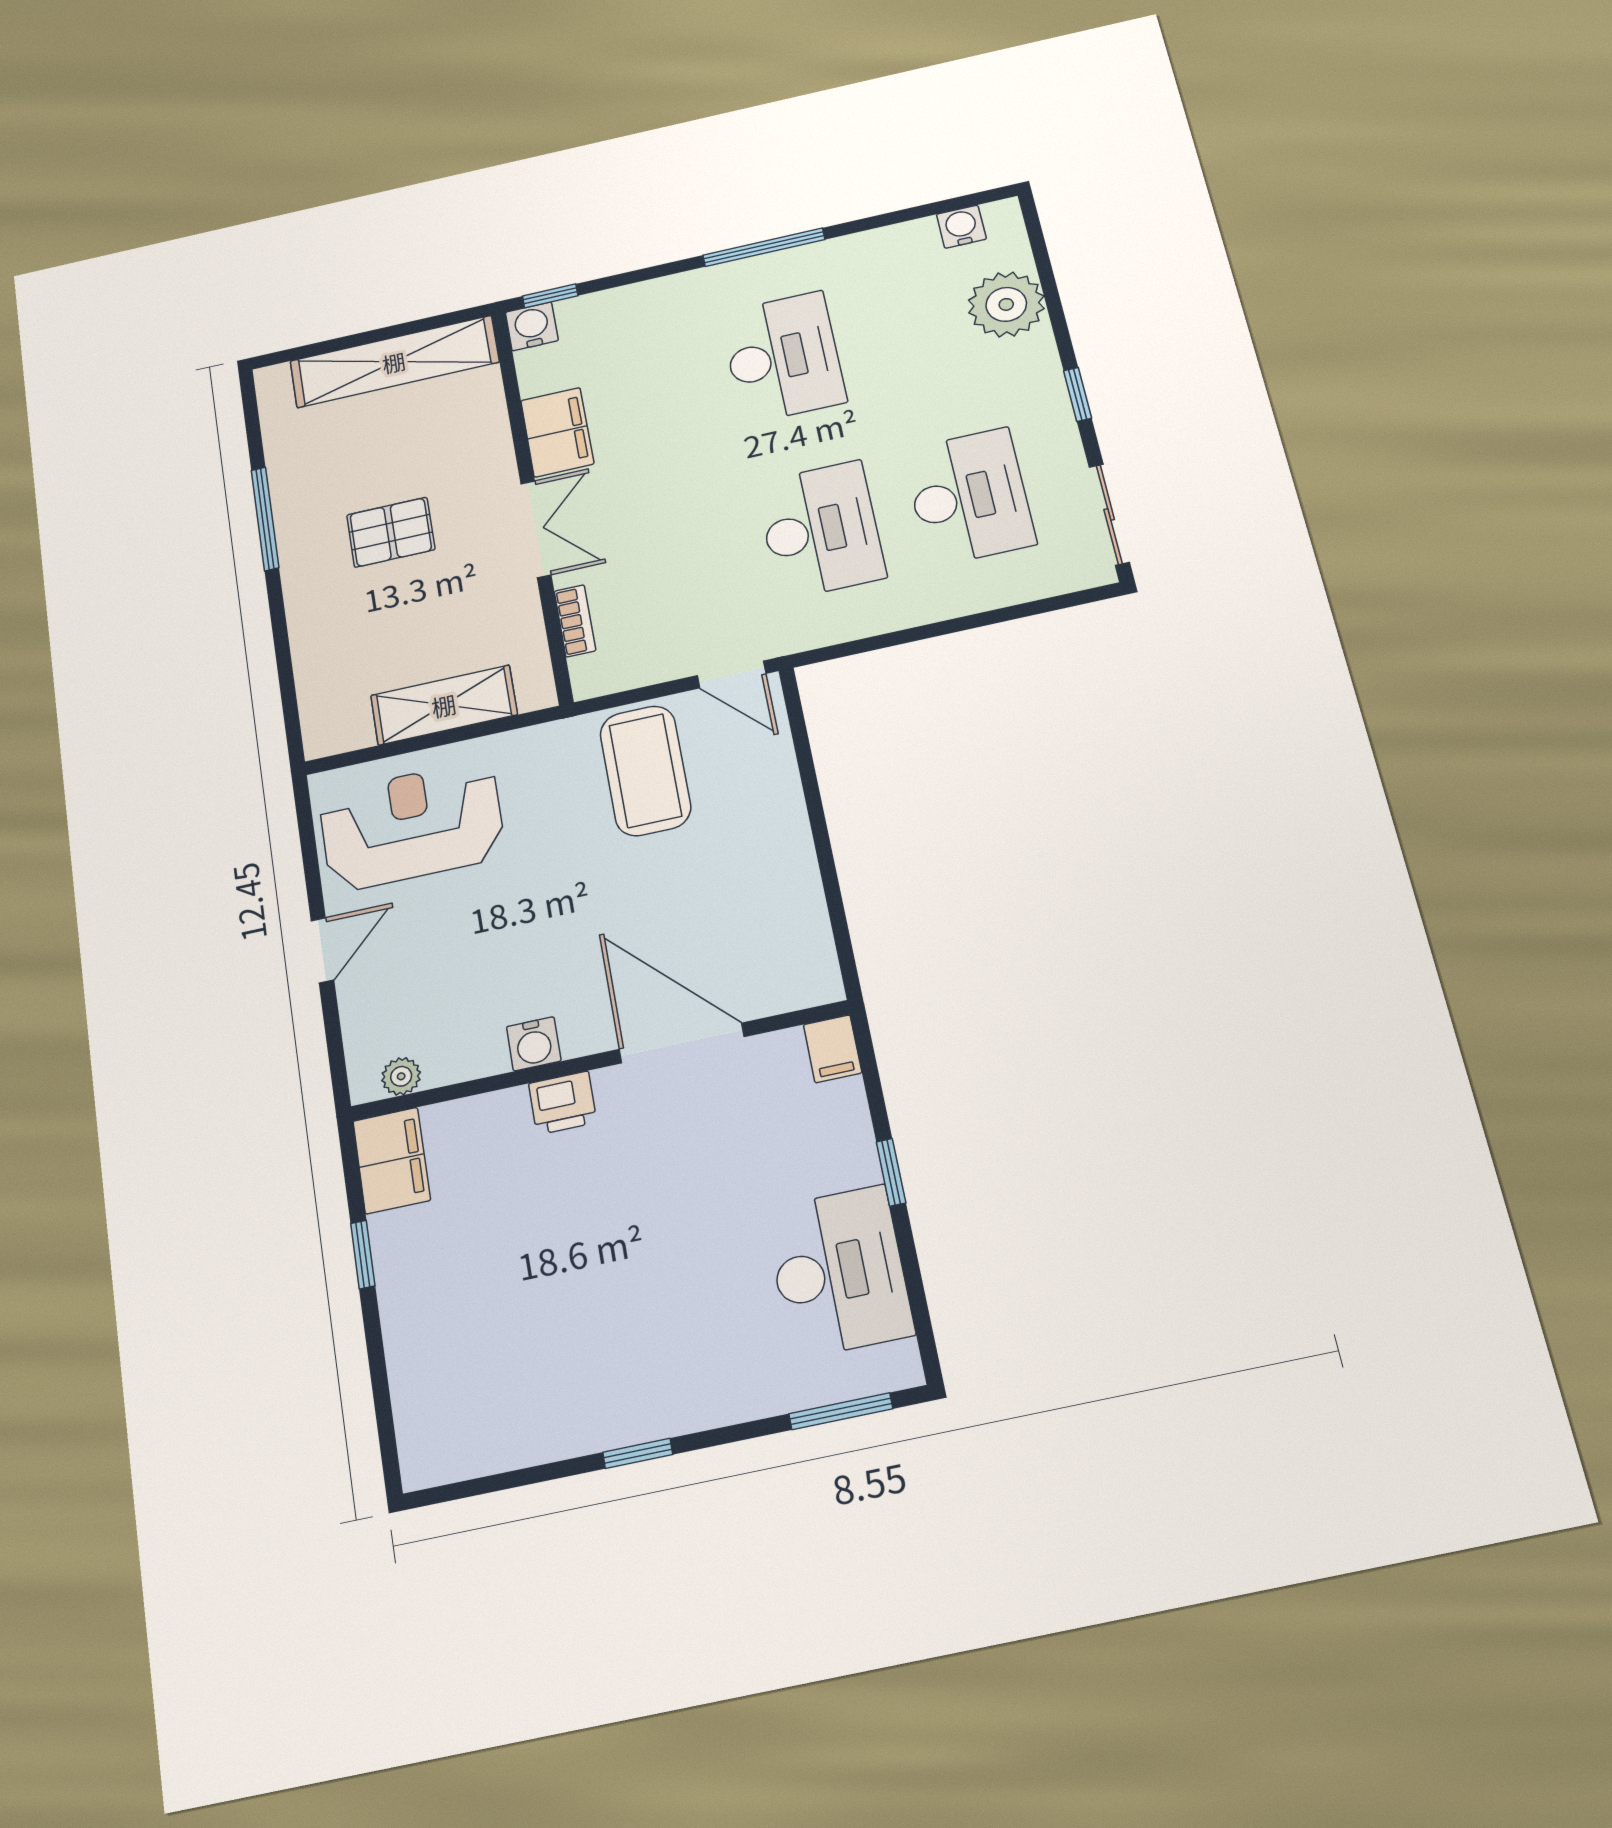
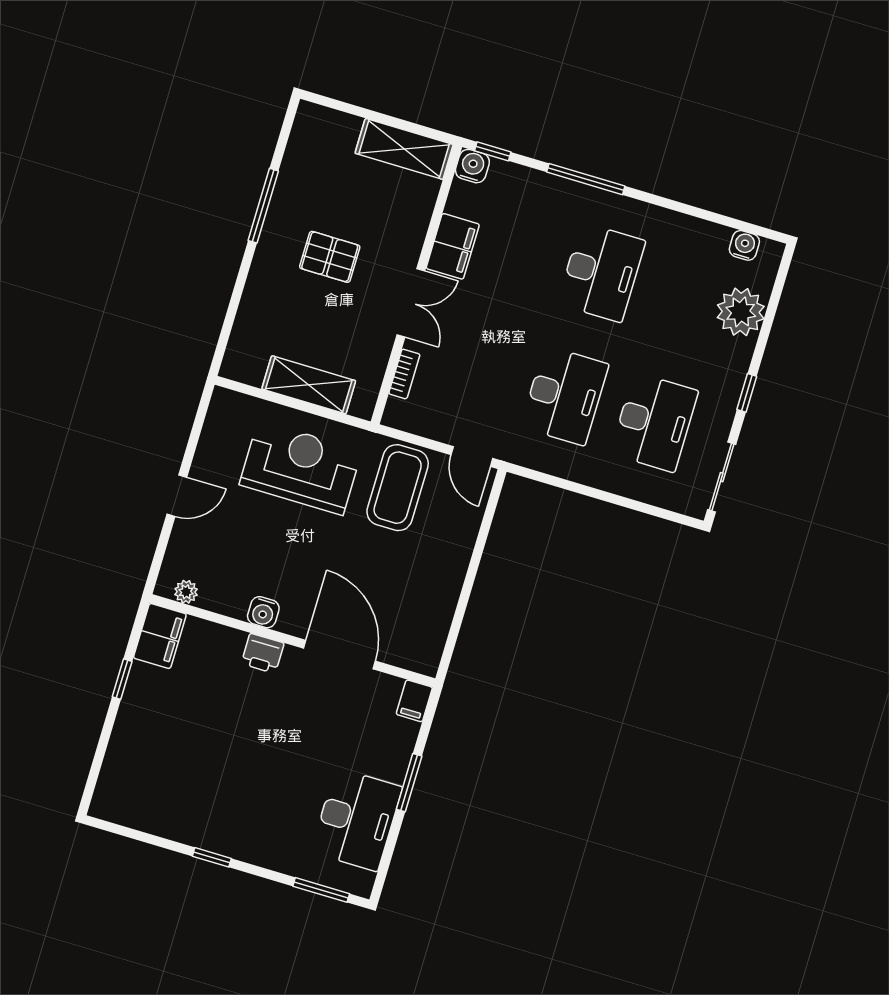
window: (764, 247) -> (586, 179), moved
shelving: (394, 362) -> (404, 149), width x0.68
reception desk: (412, 826) -> (301, 468), moved
window: (891, 1172) -> (409, 783), width x1.50

